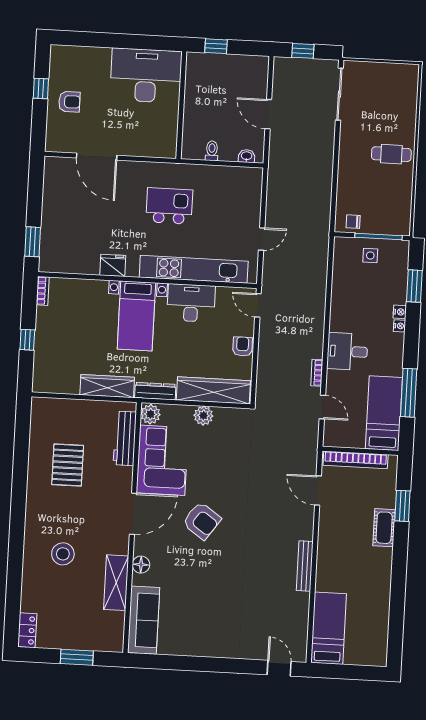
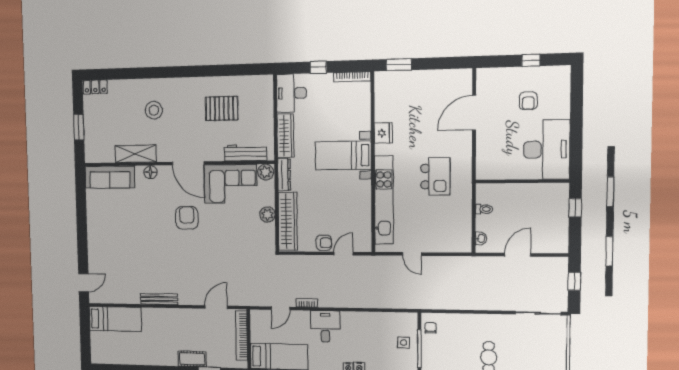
armchair: (69, 102) -> (528, 101), moved
bookcase: (43, 291) -> (352, 77), width x1.56
desk: (191, 303) -> (291, 93), moved, turned 180
door: (258, 305) -> (343, 254), moved
armchair: (202, 521) -> (187, 218), turned 145

